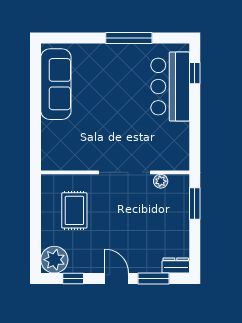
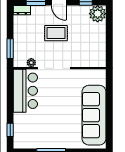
sofa: (56, 84) -> (94, 115), width x1.36, depth x1.27
bar counter: (170, 87) -> (25, 91), moved
rug: (74, 210) -> (56, 33), moved, turned 90

